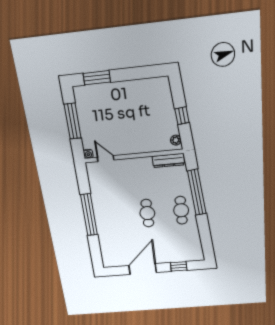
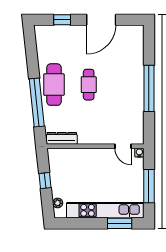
kitchen unit: (114, 91) -> (105, 210), added
plant: (176, 140) -> (58, 203), moved
cafe table: (181, 210) -> (54, 85), width x1.37, depth x1.35

